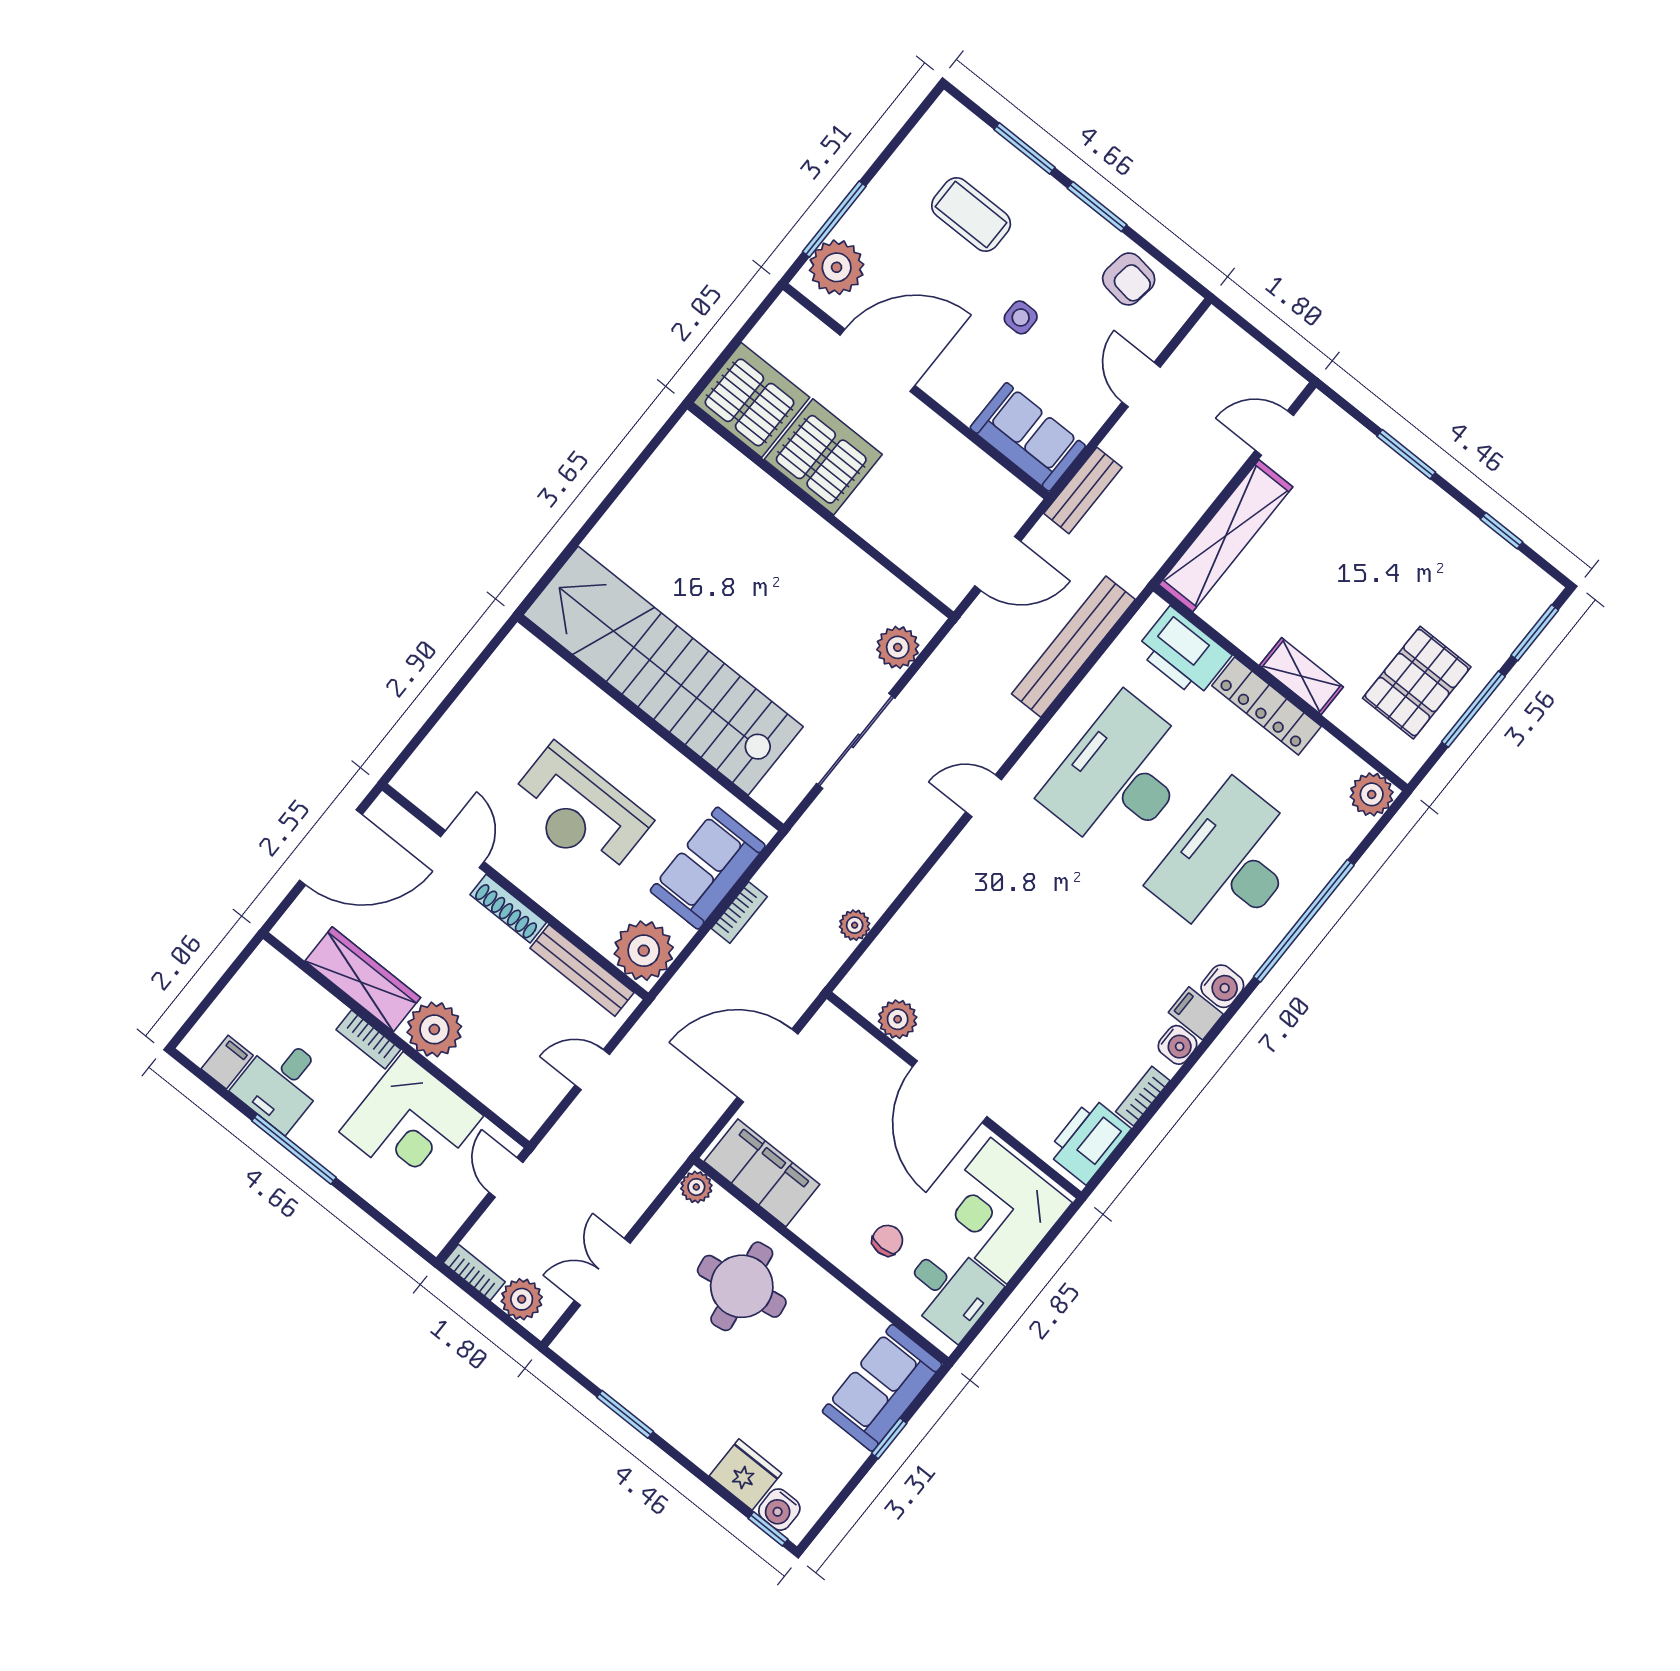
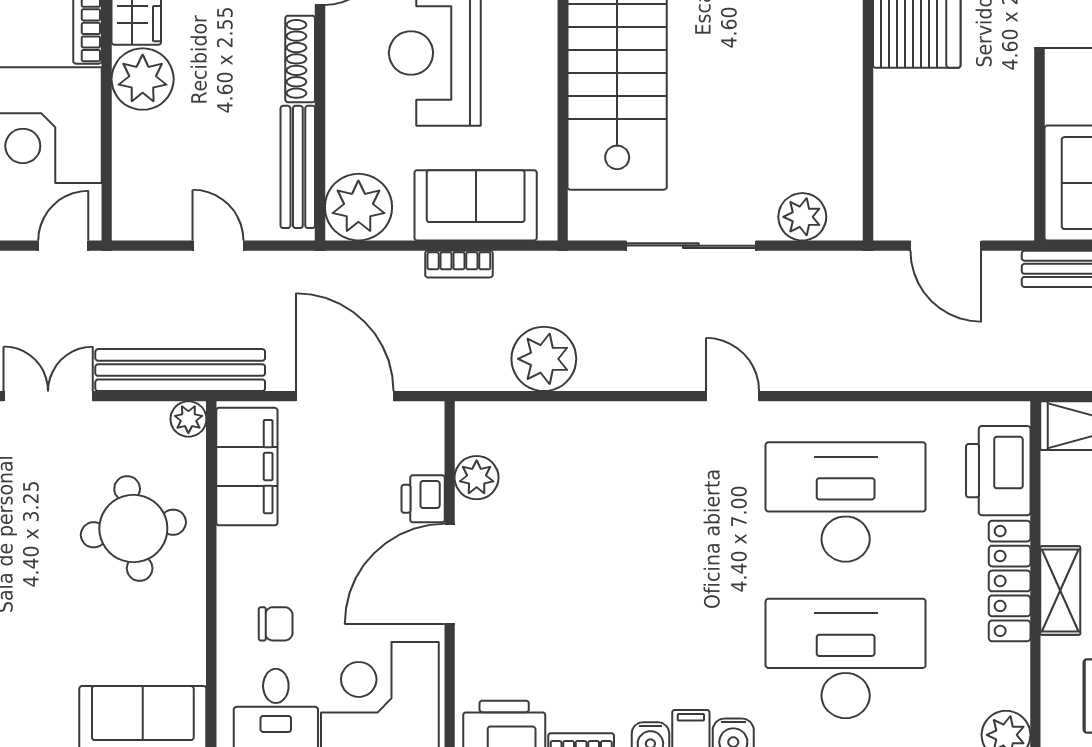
bench: (1073, 647) -> (180, 370), moved
plant: (855, 925) -> (544, 359), width x1.87, depth x1.87
printer: (883, 1068) -> (423, 499), added

